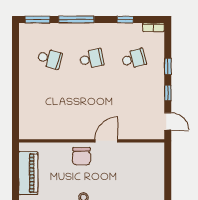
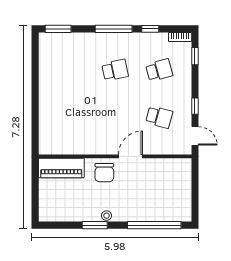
window: (76, 20) -> (114, 29), moved
school desk: (50, 59) -> (159, 117), moved
window: (168, 66) -> (195, 56), moved
piano: (28, 173) -> (61, 168), moved, turned 90

